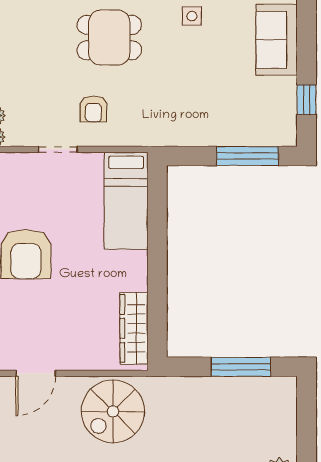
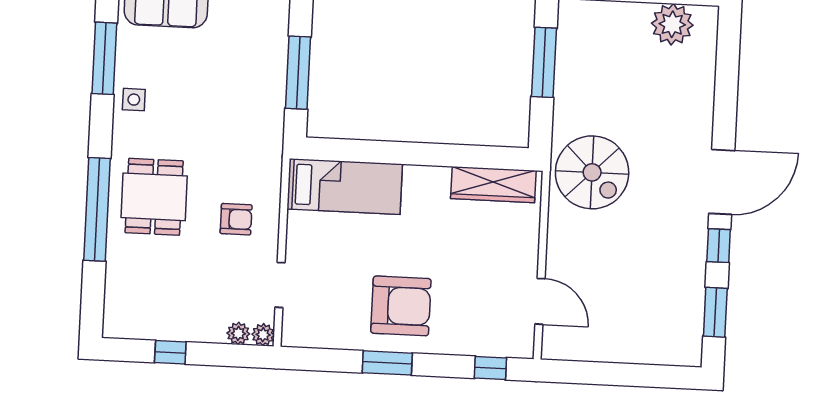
doorway: (58, 149) -> (280, 285), moved
window: (247, 156) -> (298, 73), moved
spiral stairs: (113, 411) -> (592, 172), moved

